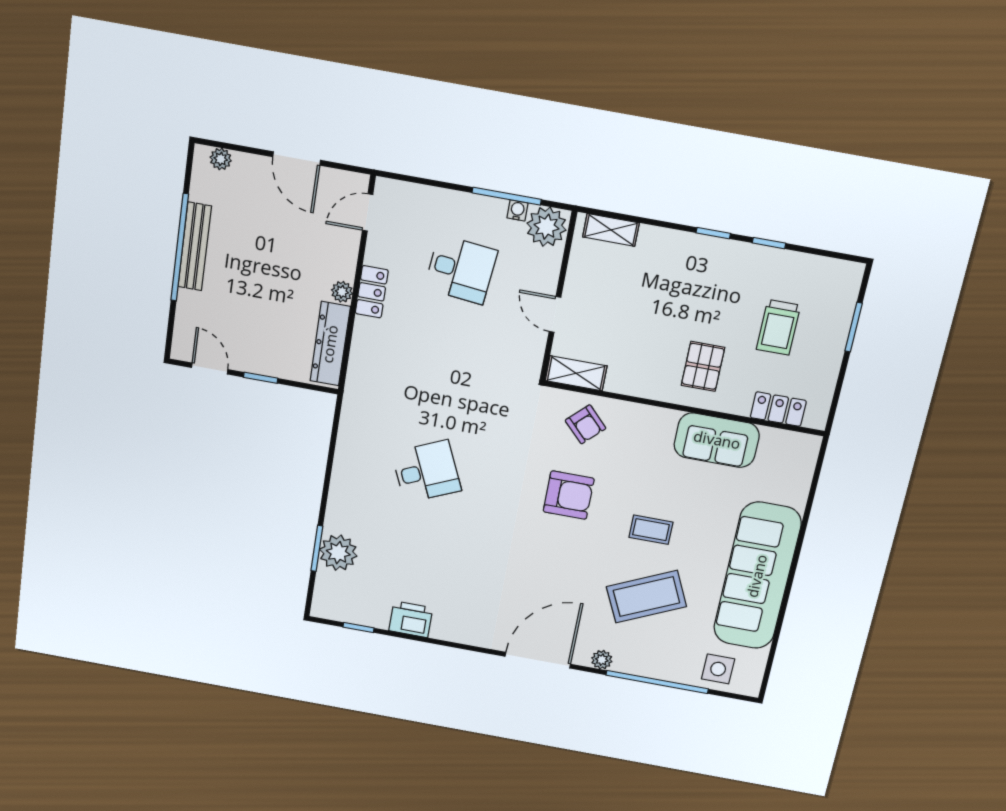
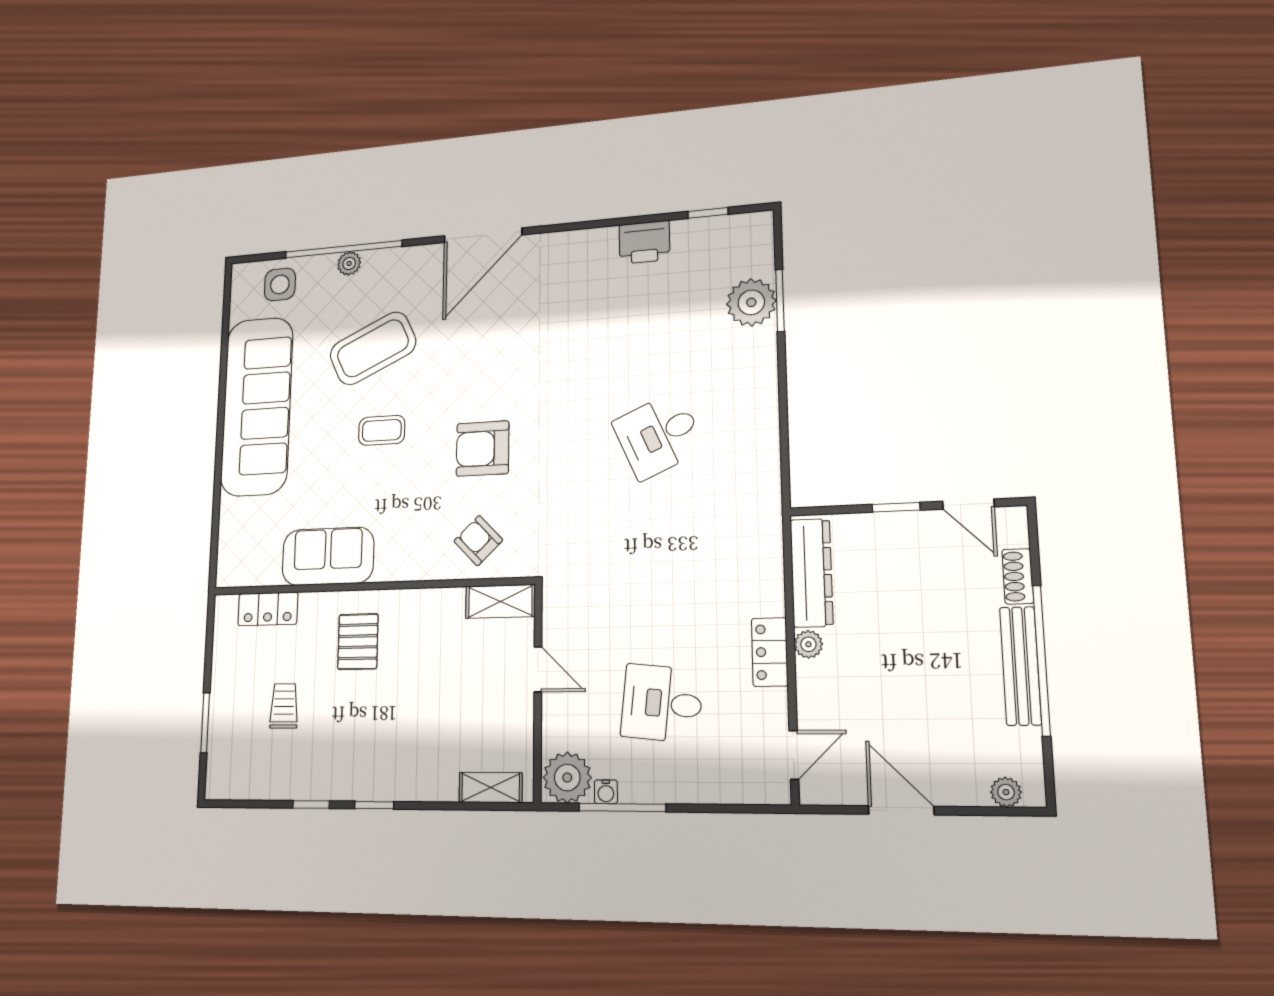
shoe rack: (185, 310) -> (1018, 576), added
trolley: (778, 327) -> (284, 706), width x0.73, depth x0.72
plant: (602, 660) -> (349, 263), moved

